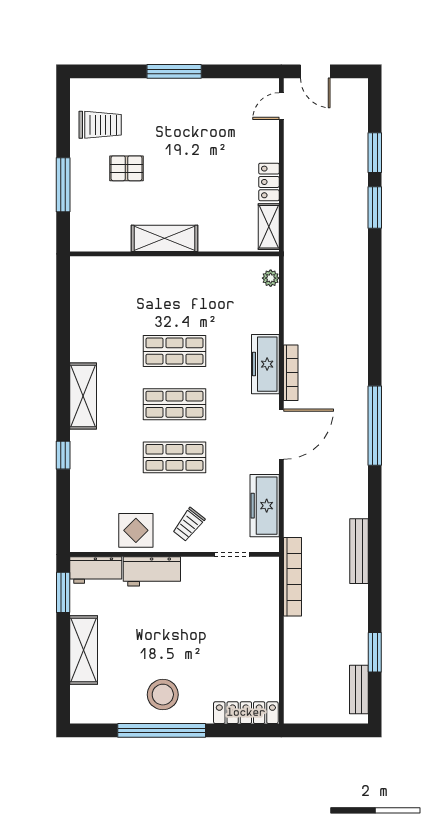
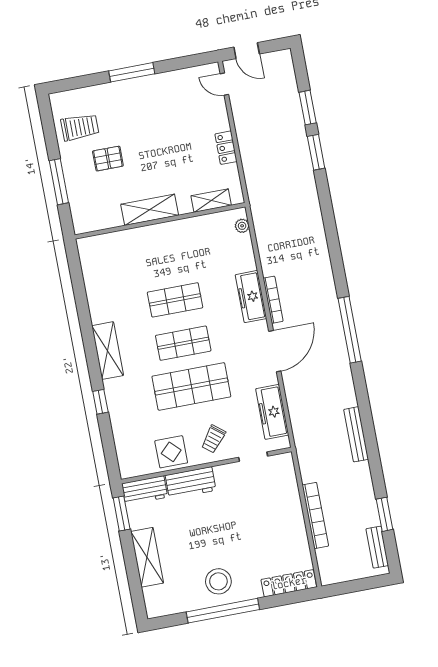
door: (281, 106) -> (224, 84), hinge flipped
shelving: (269, 227) -> (211, 201), moved, turned 90
shop shelf: (174, 457) -> (191, 386), width x1.43, depth x1.36
bookcase: (292, 577) -> (315, 515), moved

